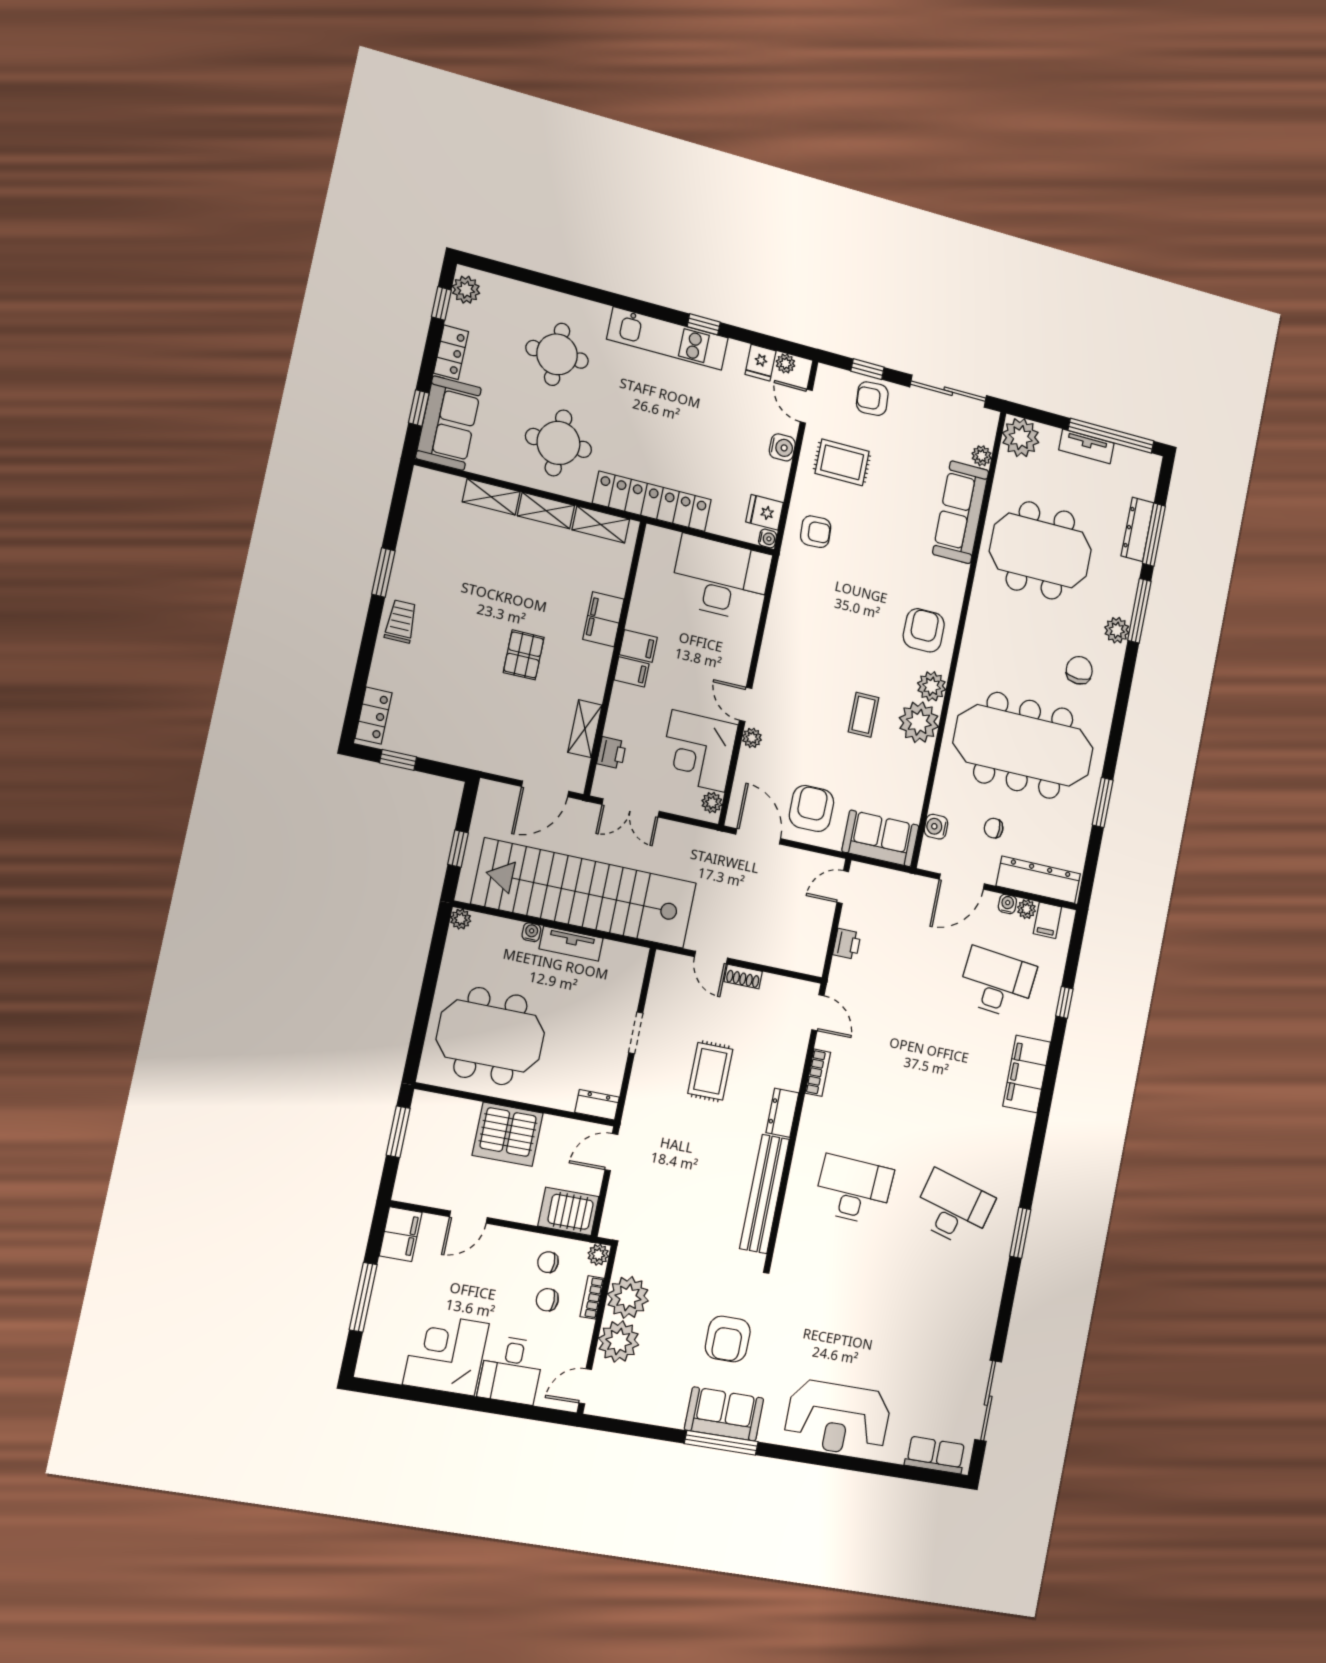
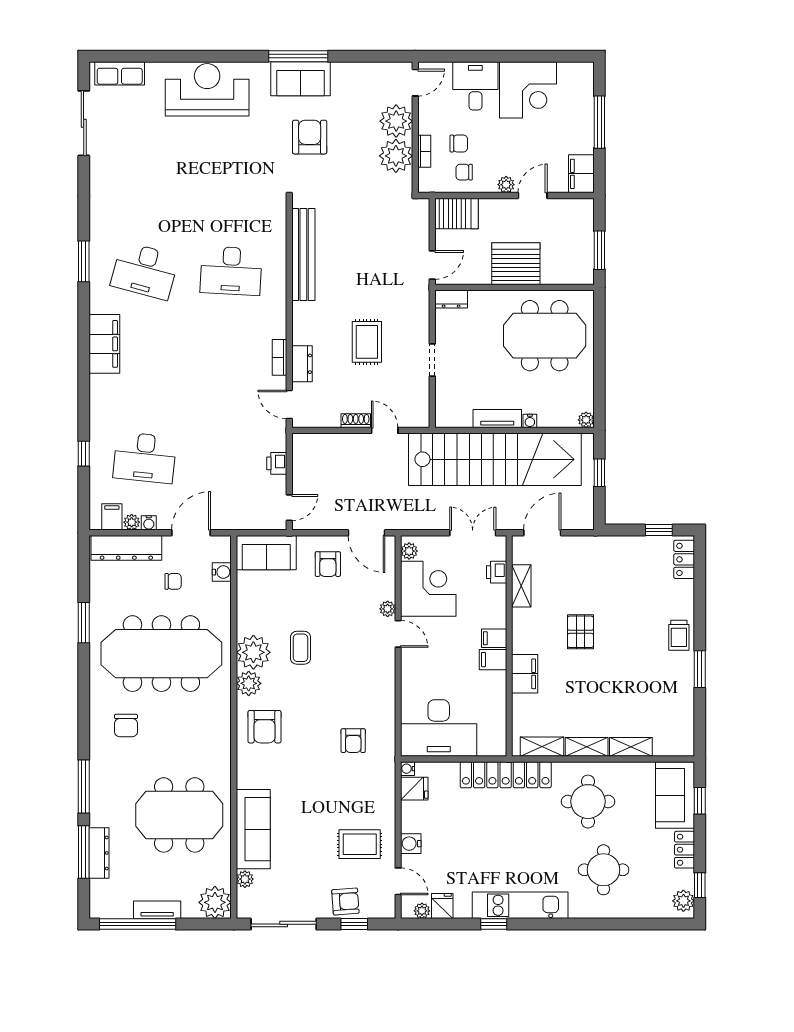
armchair: (816, 532) -> (353, 741), moved, turned -87
plant: (1117, 630) -> (100, 766), removed
armchair: (811, 808) -> (328, 564), width x0.72, depth x0.72
filing cabinet: (1027, 1074) -> (104, 344), moved
dresser: (782, 1113) -> (302, 364), moved
plant: (598, 1255) -> (506, 185), moved
chair: (548, 1262) -> (464, 172), turned 180

